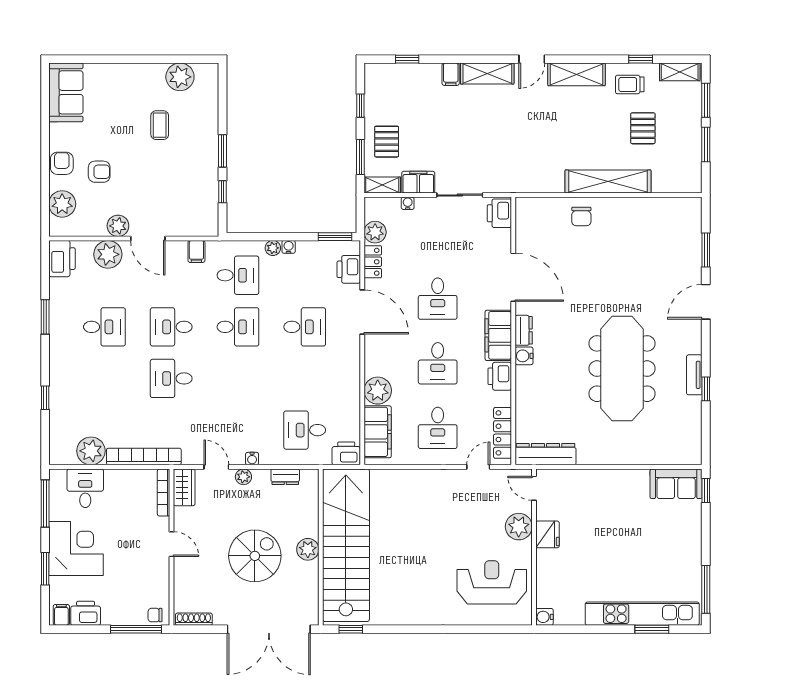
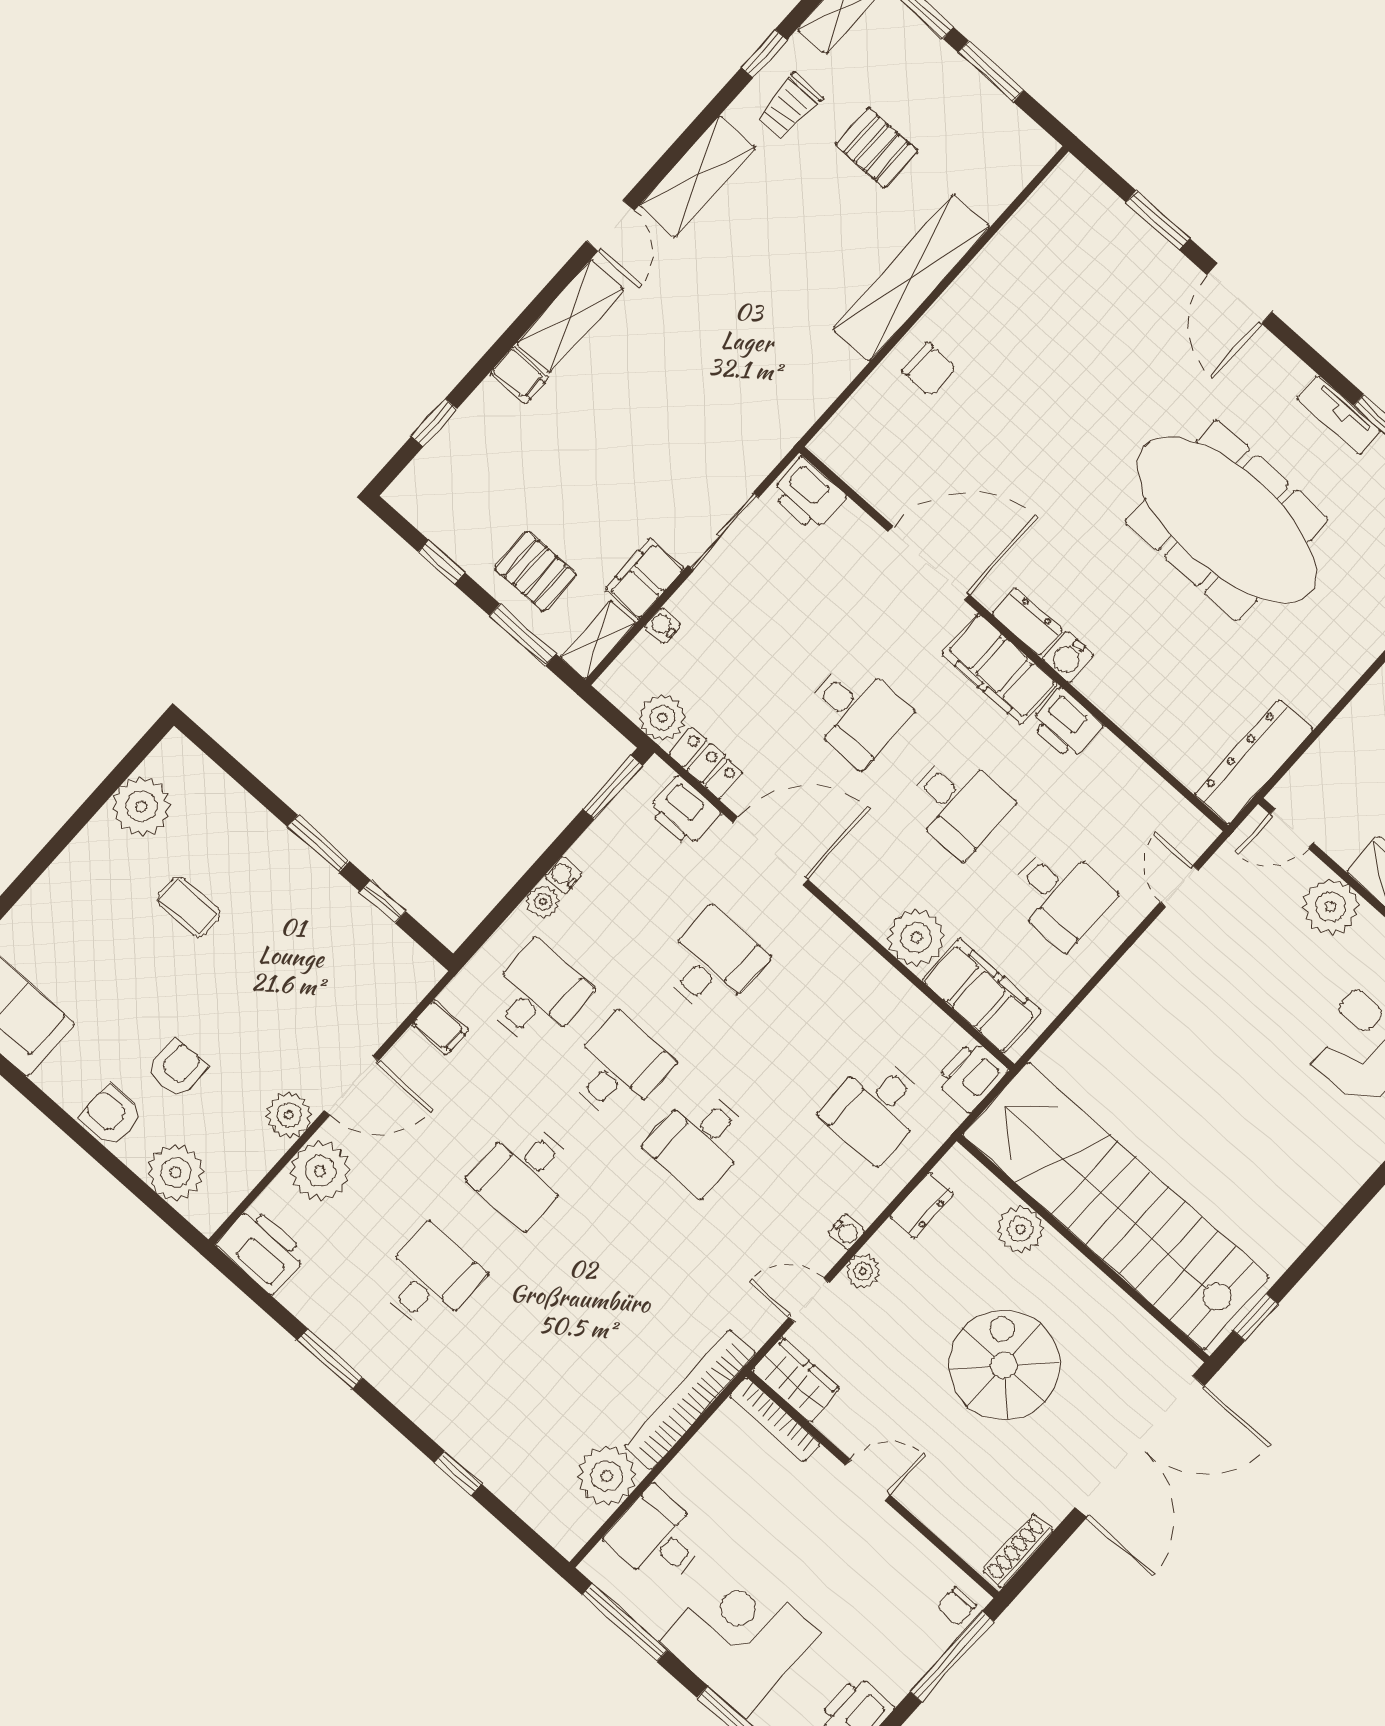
desk: (171, 378) -> (700, 1141), moved
locker: (503, 433) -> (1160, 800), removed
plant: (308, 549) -> (1020, 1229), moved

